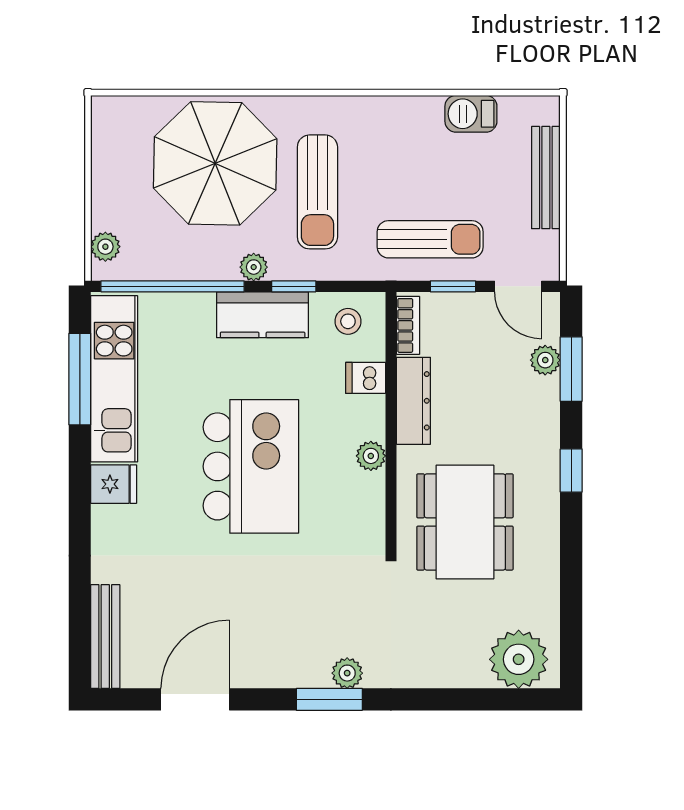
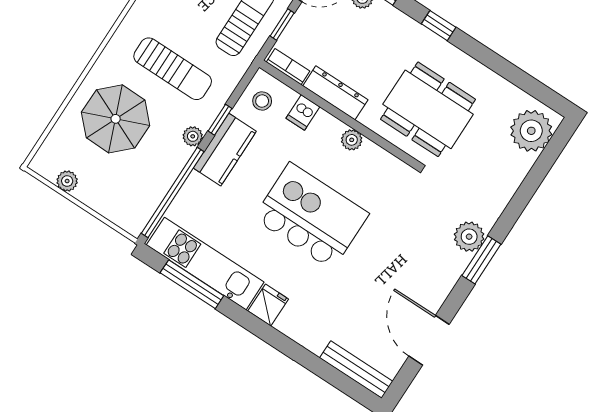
parasol: (215, 163) -> (116, 119), width x0.73, depth x0.73
plant: (105, 247) -> (67, 181), moved
plant: (347, 673) -> (469, 237), width x1.38, depth x1.38

